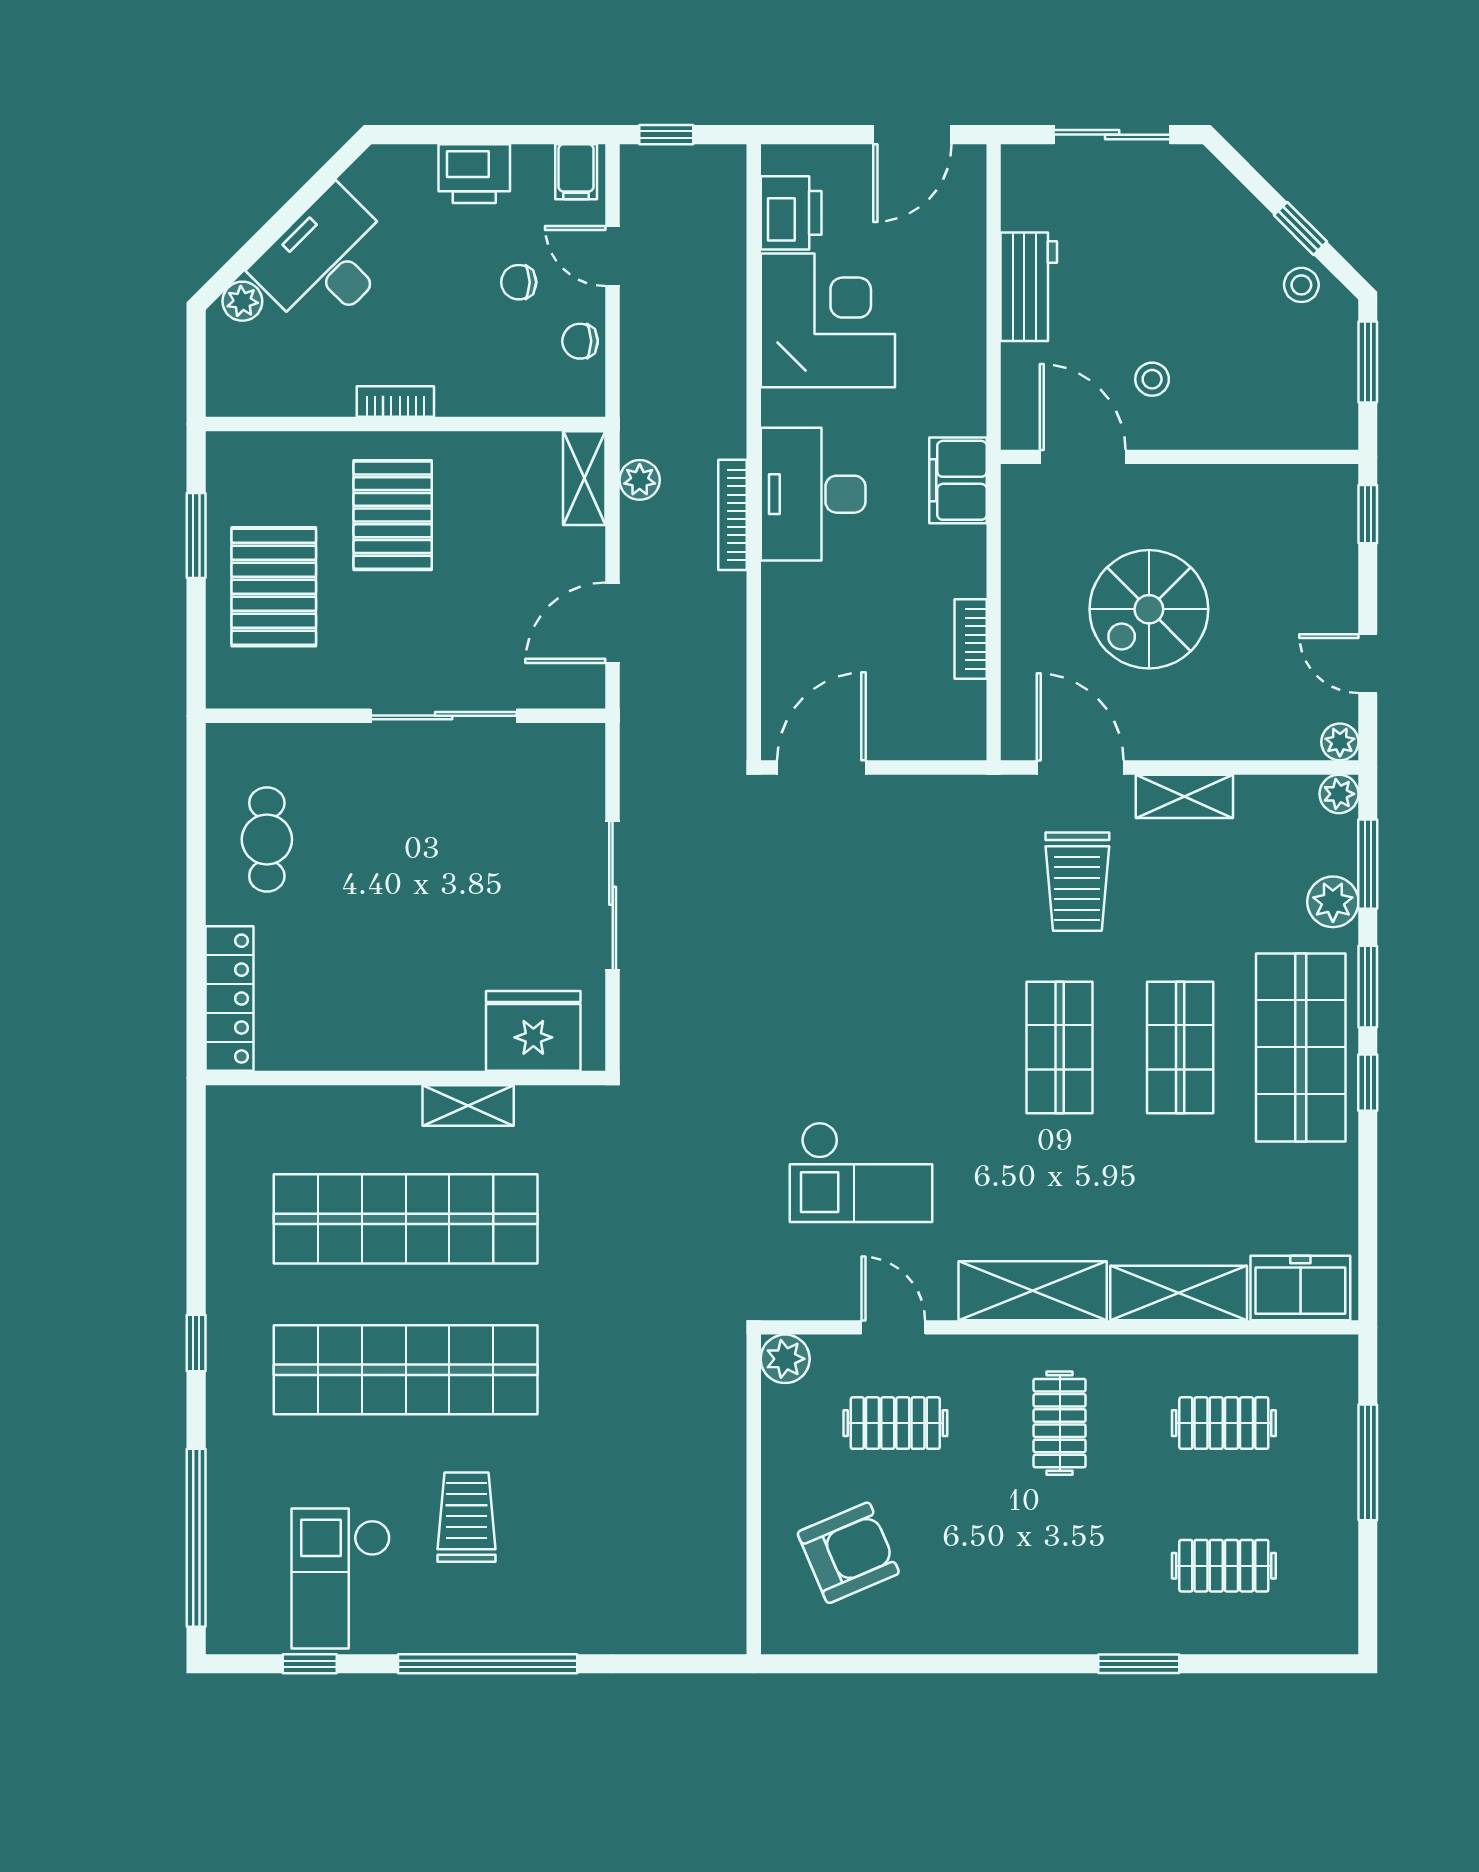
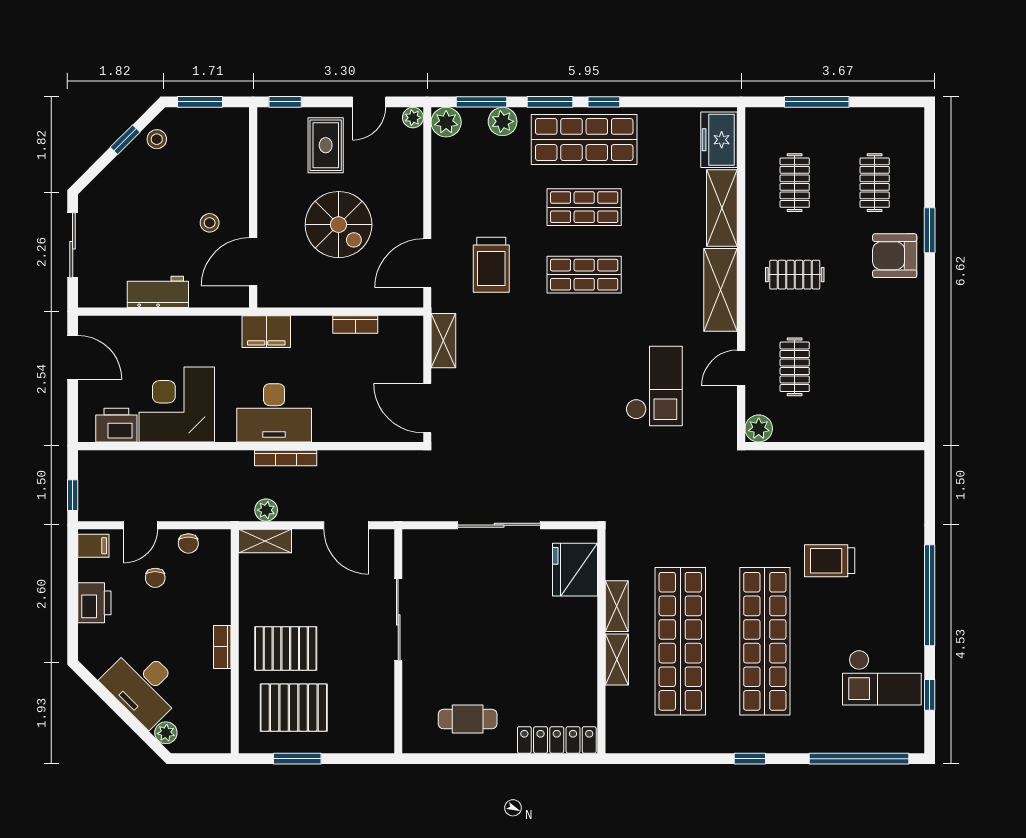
rug: (1291, 586) -> (326, 145), added
pallet: (274, 587) -> (294, 708), moved
plant: (1339, 794) -> (446, 122), width x1.38, depth x1.38
shelving: (1184, 796) -> (443, 341), moved
trolley: (1077, 882) -> (491, 265), turned 90
shelving: (373, 1106) -> (617, 659), added
trolley: (466, 1517) -> (830, 561), moved
armchair: (848, 1553) -> (895, 256), moved, turned -67

